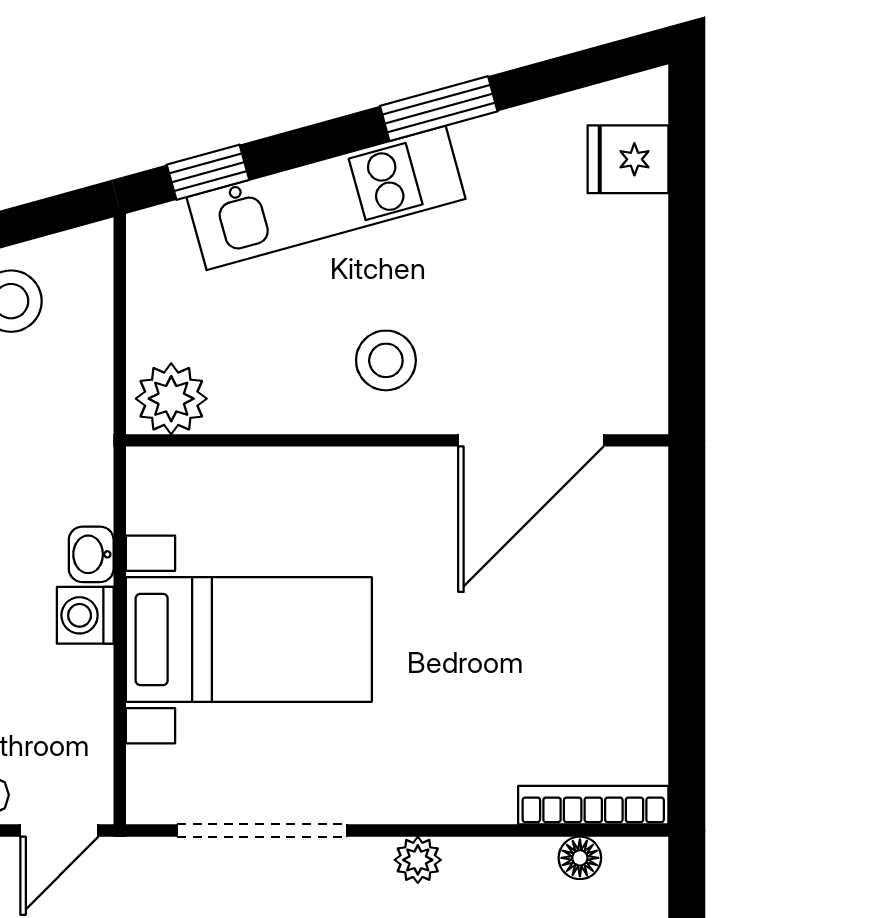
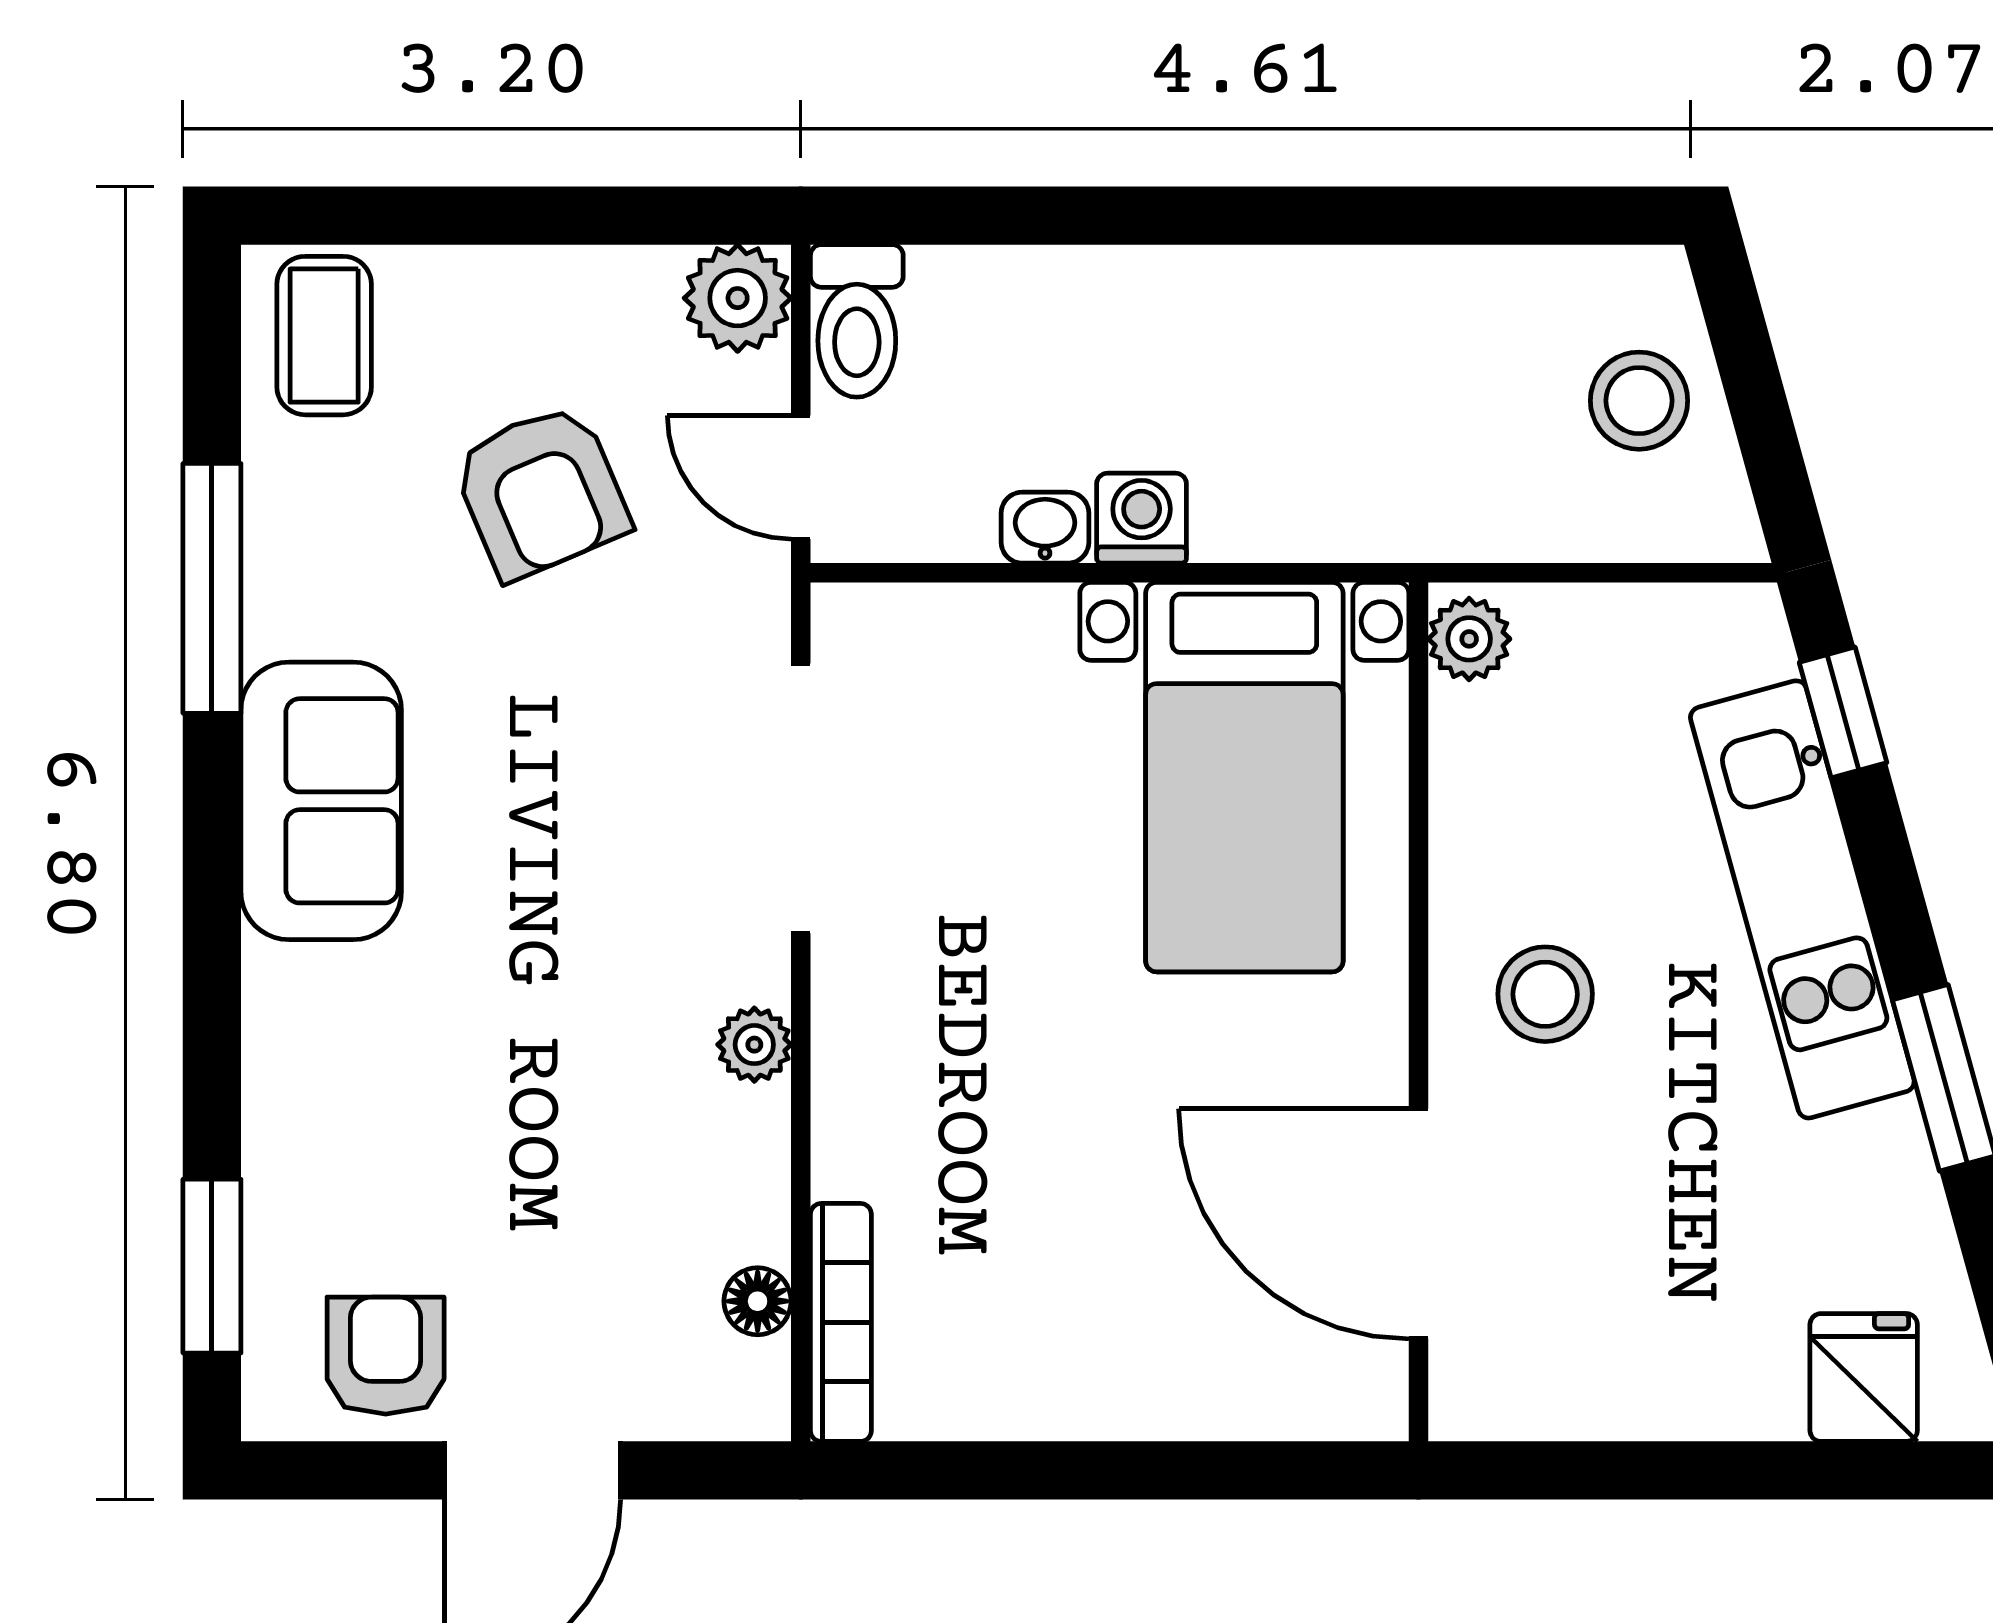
plant: (171, 399) -> (1469, 639), width x0.73, depth x0.73
washbasin: (91, 554) -> (1045, 528), moved
bed with nightstands: (249, 639) -> (1244, 777), moved

